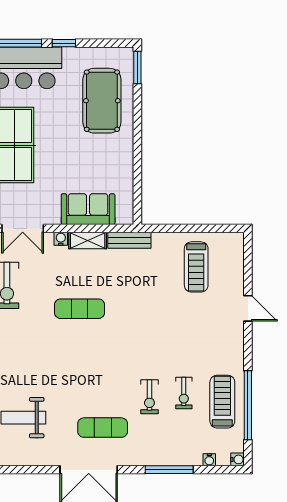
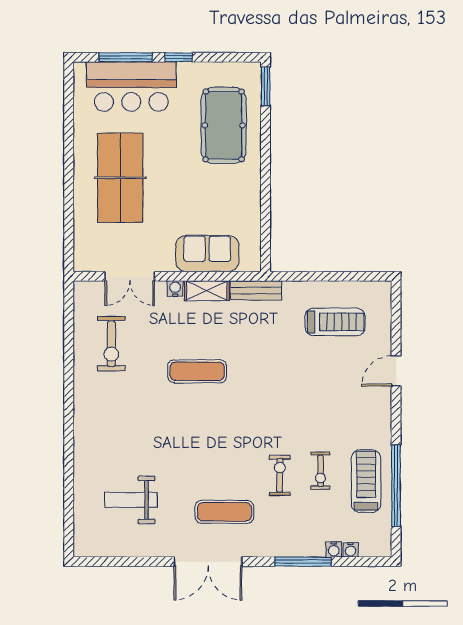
treadmill: (196, 267) -> (335, 322), turned -90
door: (248, 308) -> (396, 371), swing flipped
exercise bike: (149, 397) -> (280, 475), turned 180
water cooler: (237, 459) -> (334, 549), moved, turned 90

